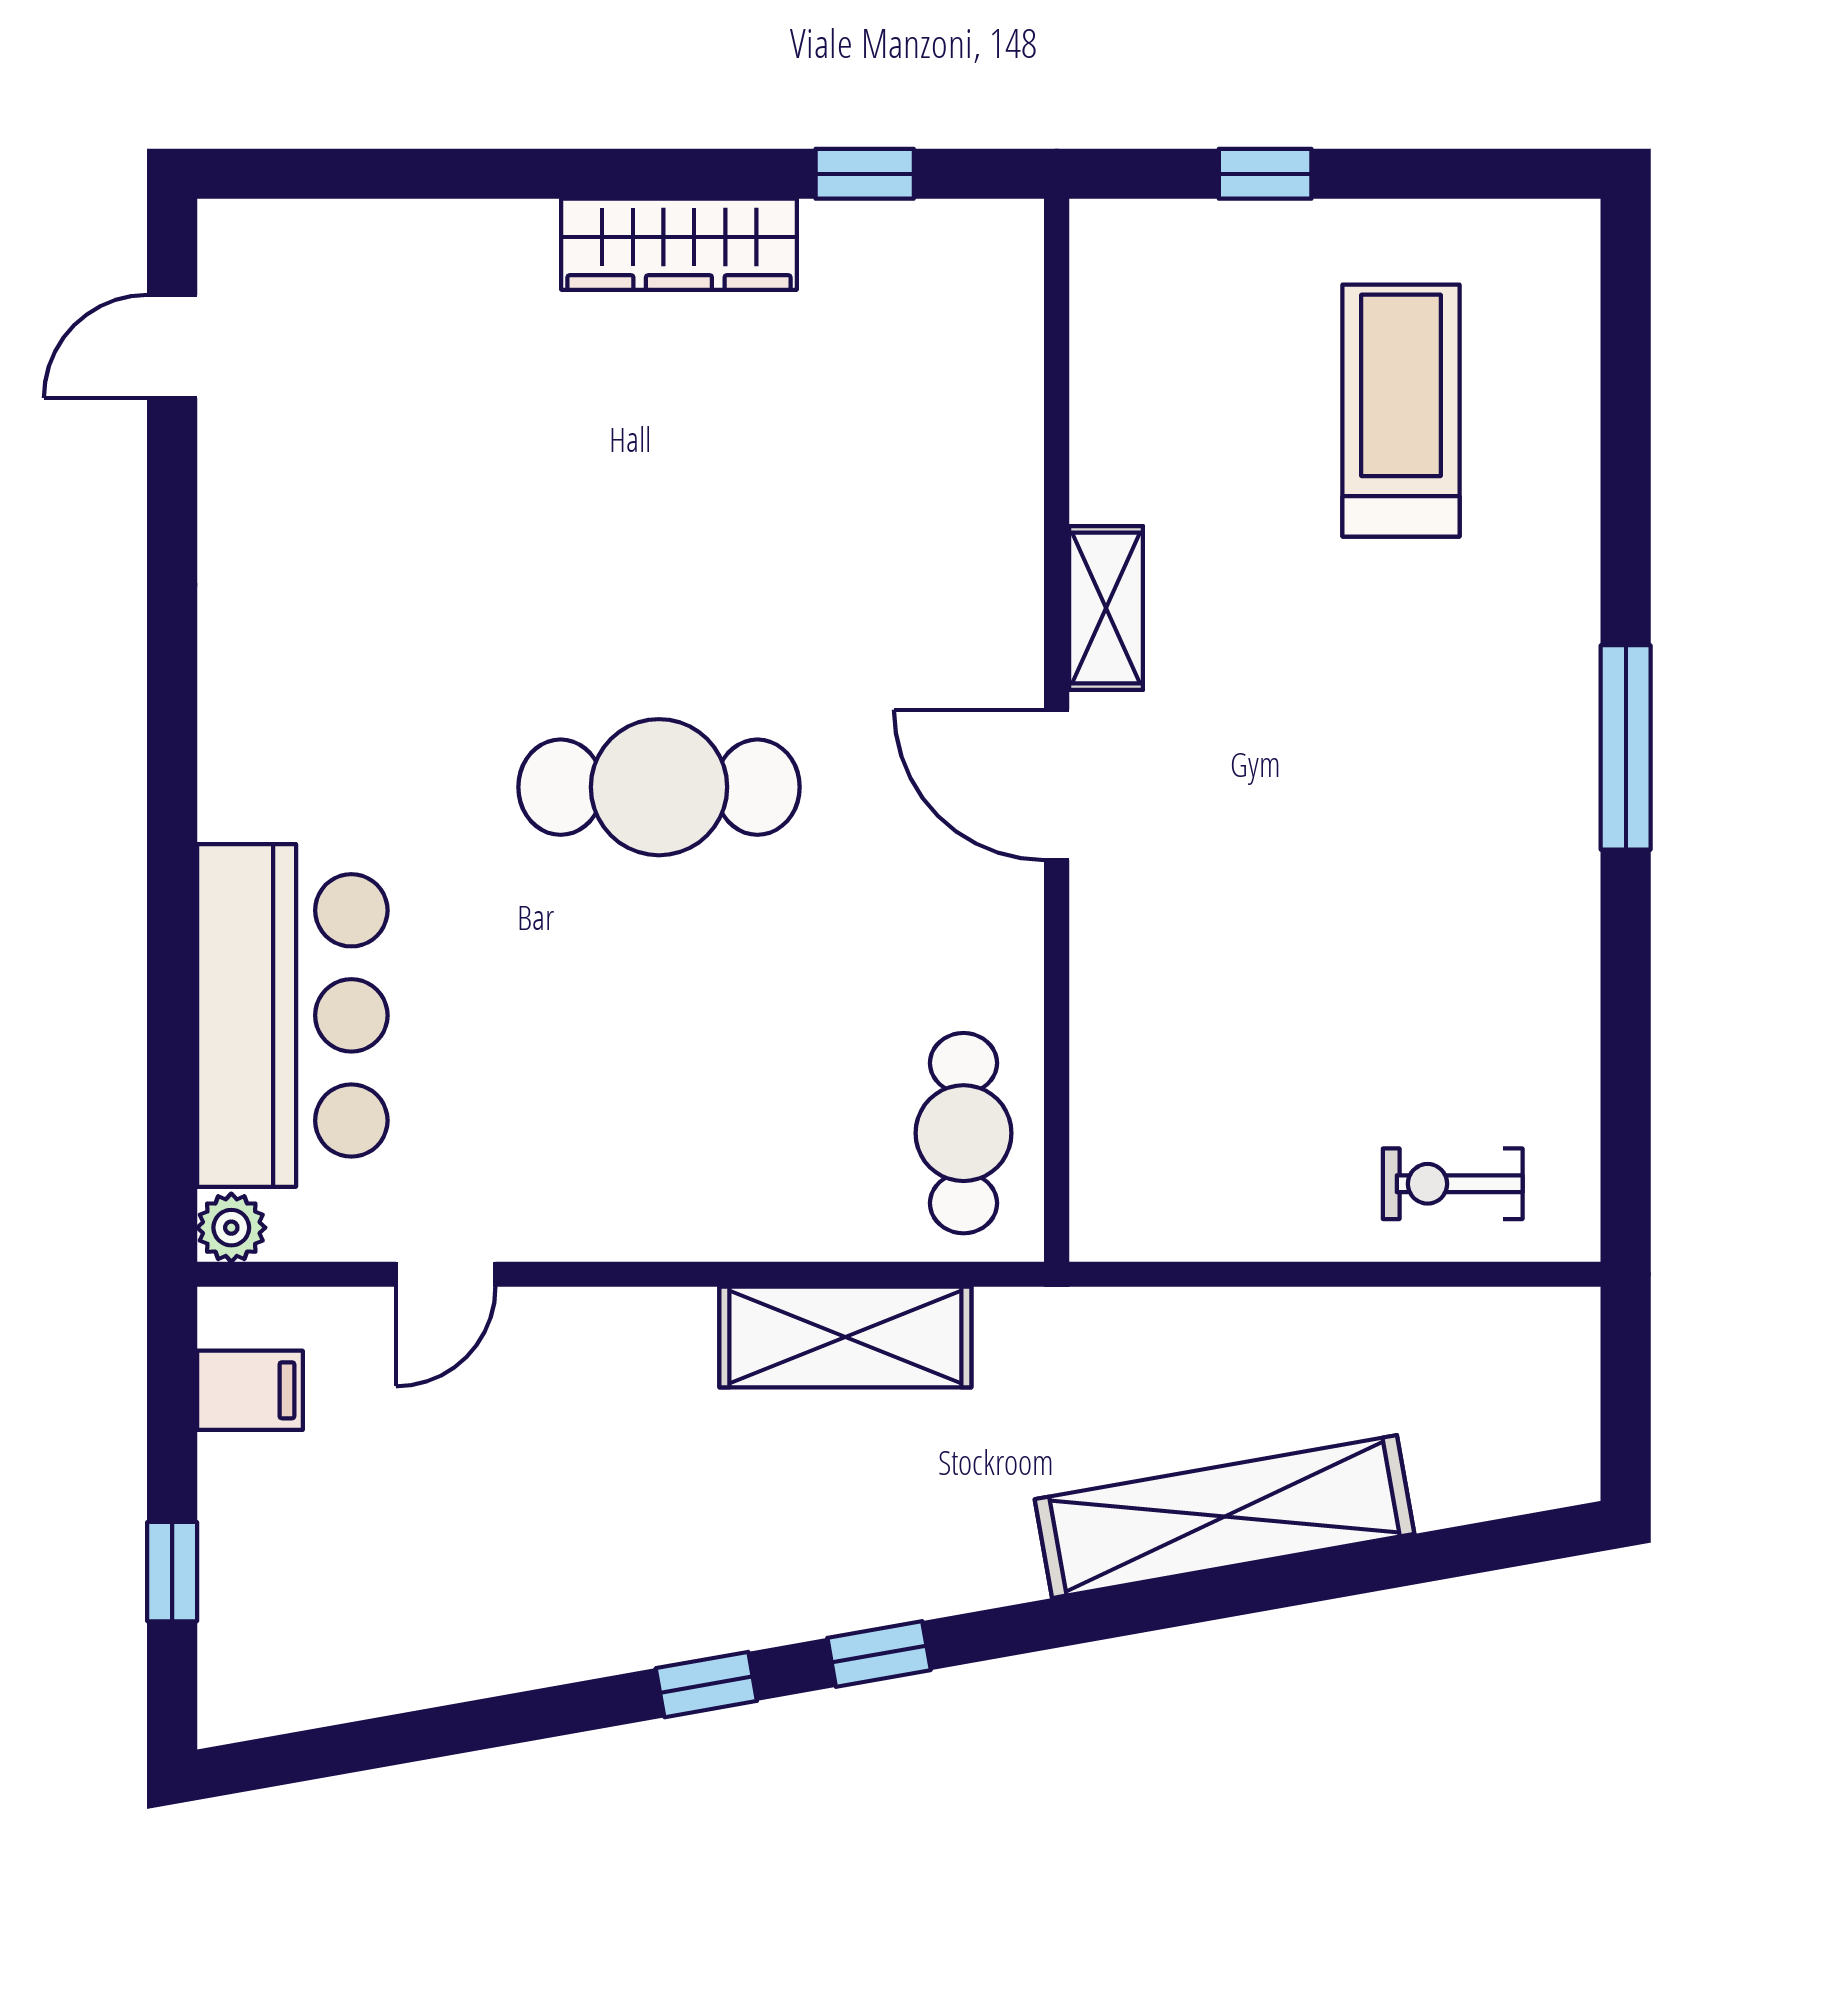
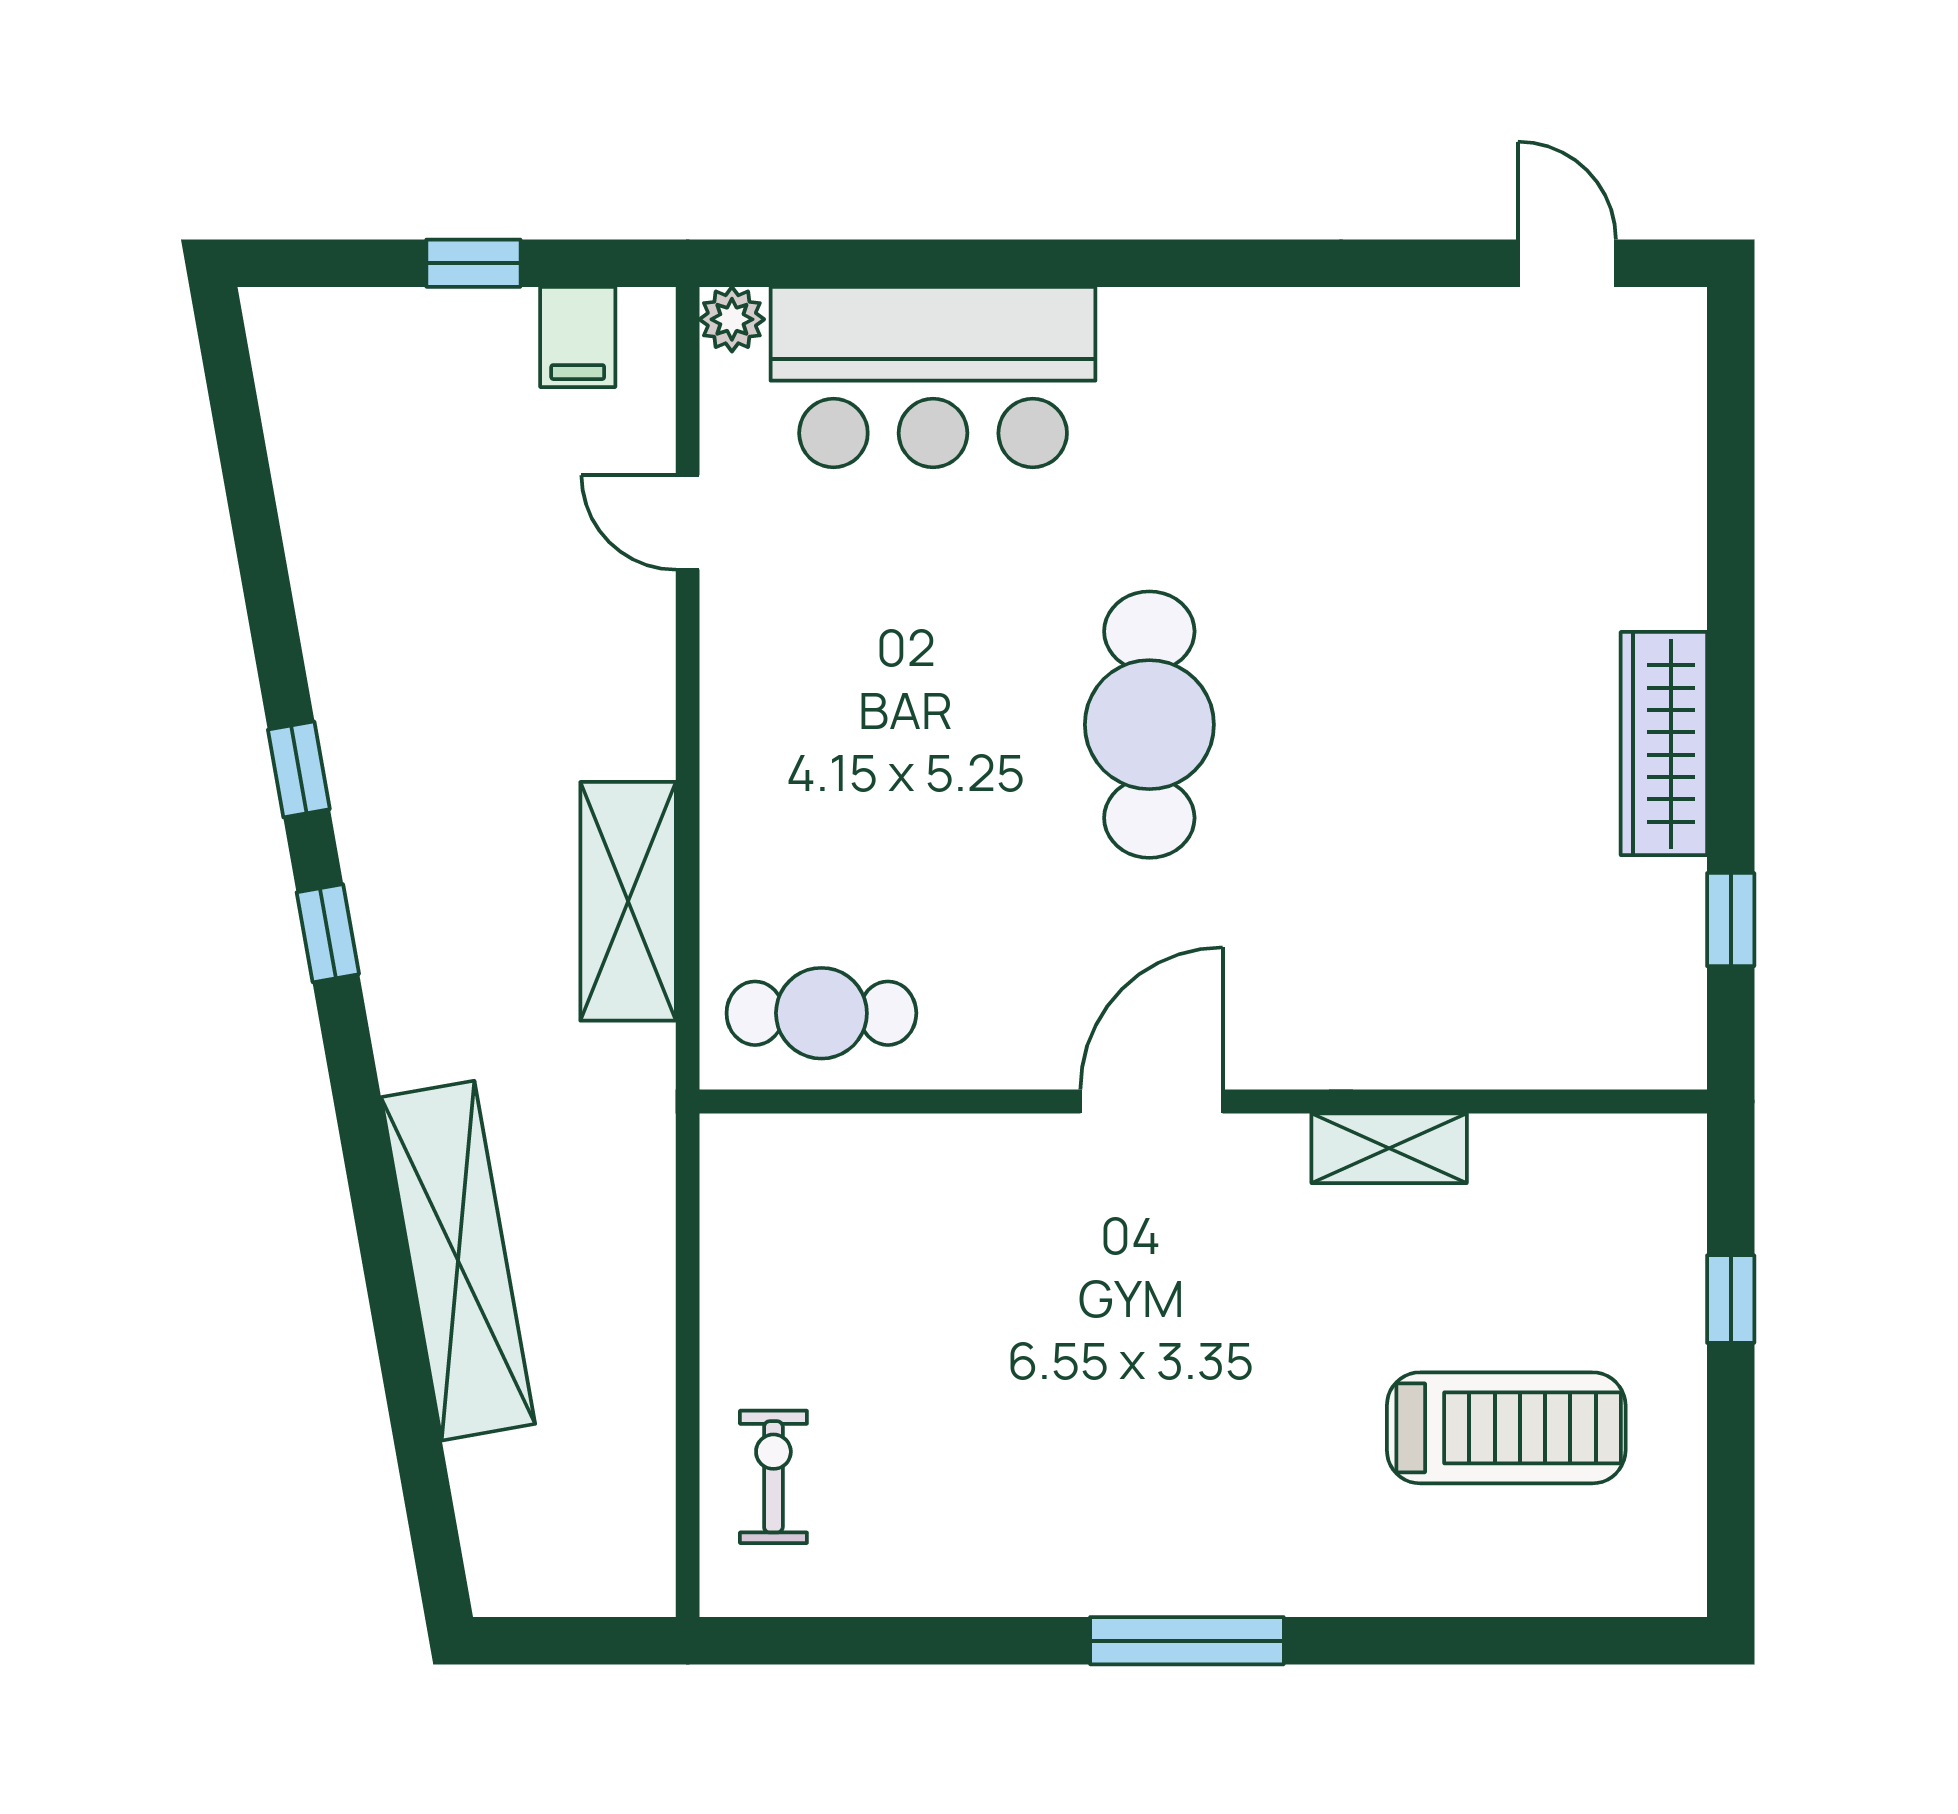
shelving: (1106, 608) -> (1389, 1148), moved
window: (172, 1572) -> (473, 263), moved

